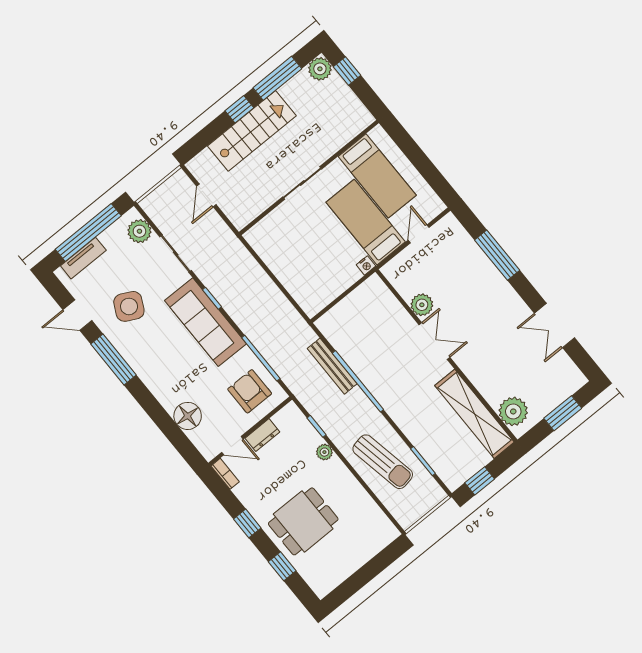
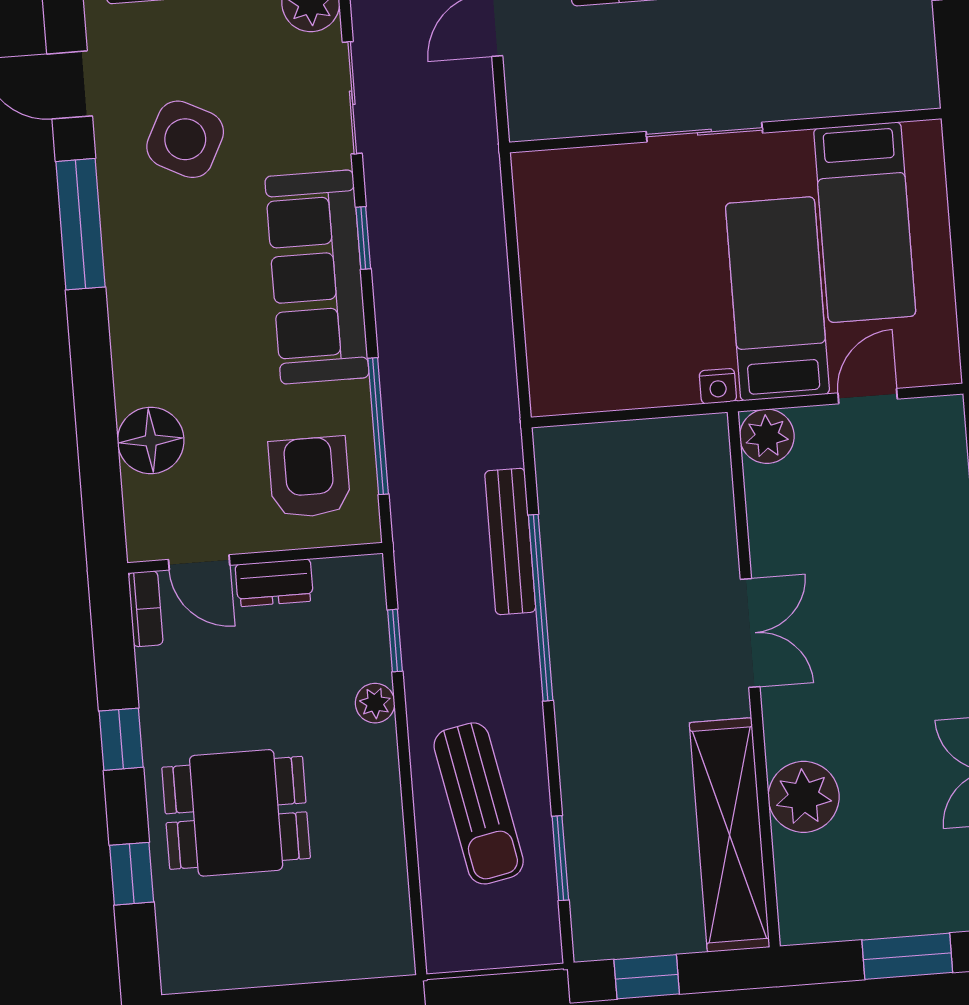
plant: (422, 305) -> (767, 436), moved
plant: (513, 411) -> (804, 797), moved

